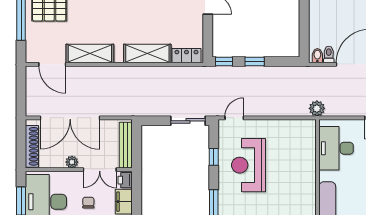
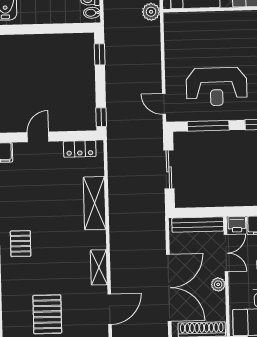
shelving: (90, 54) -> (99, 267), width x0.67, depth x0.75
locker: (186, 56) -> (80, 149), moved, turned -90
window: (255, 62) -> (100, 54), moved
sliding door: (188, 121) -> (169, 169), moved
window: (214, 157) -> (208, 126), width x2.17

